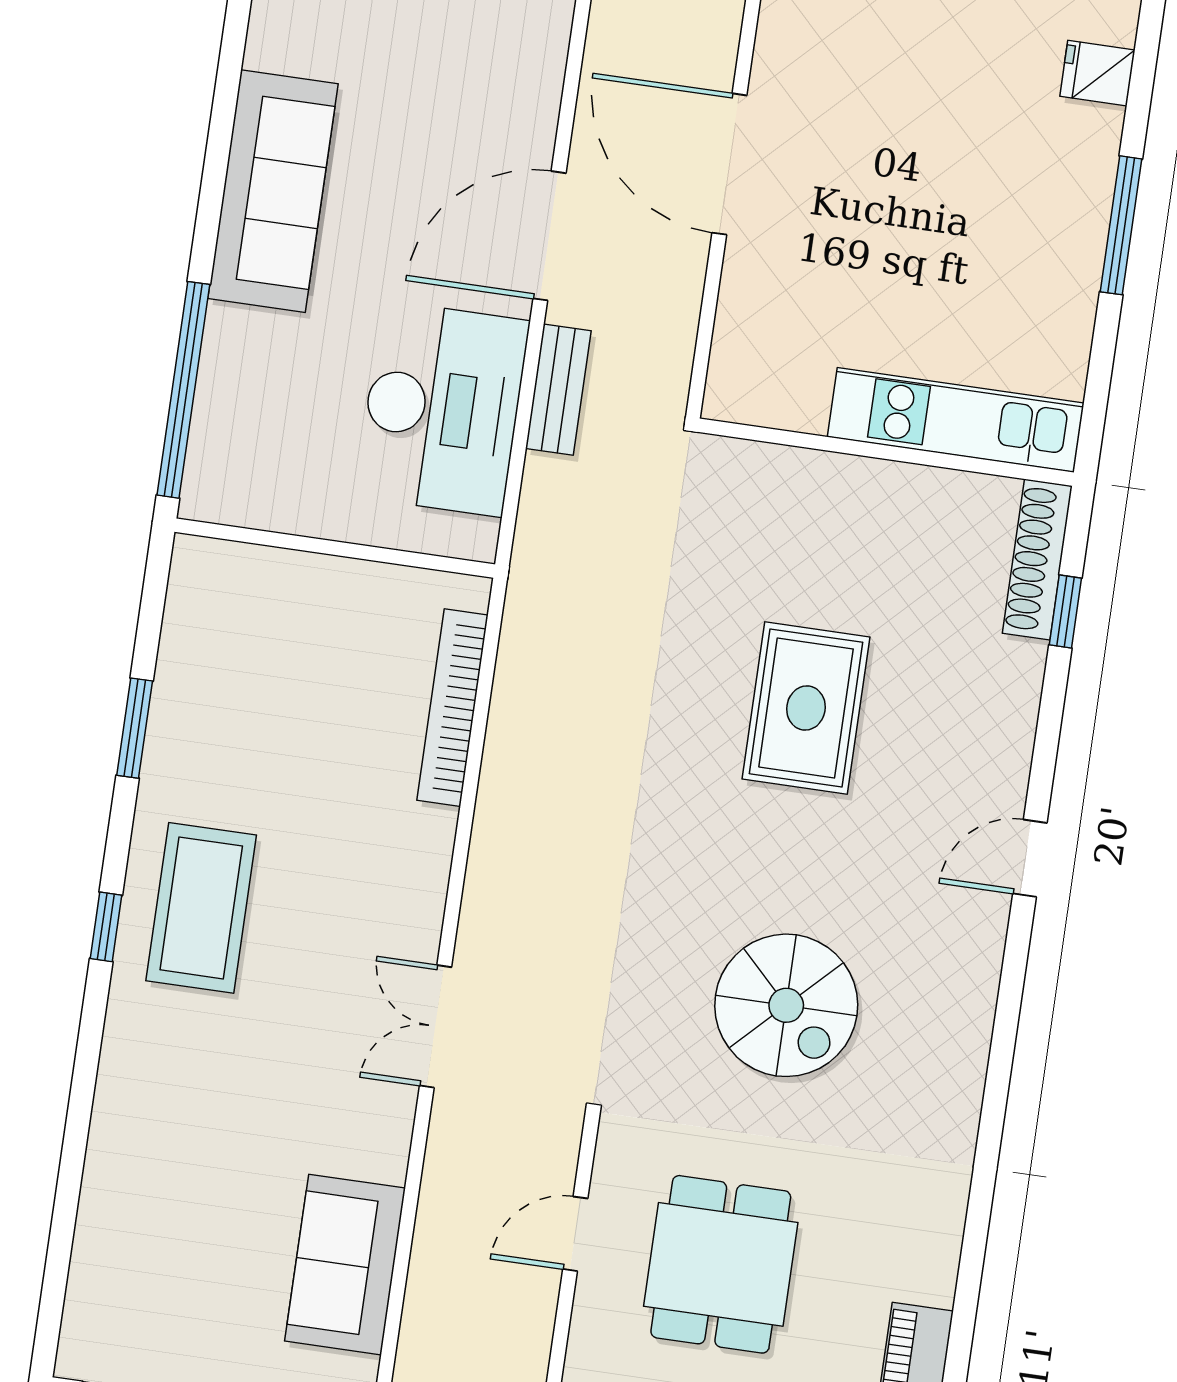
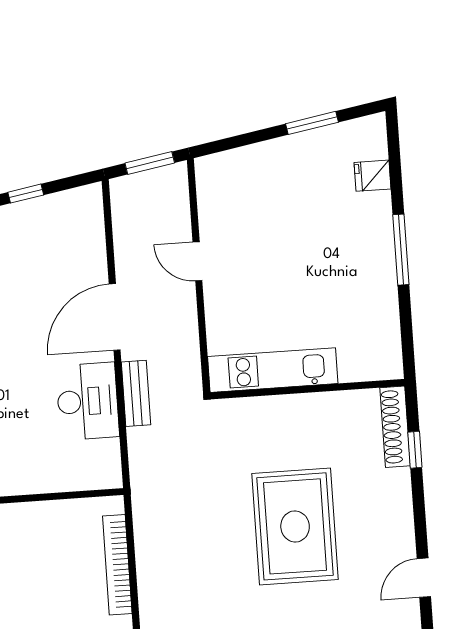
door: (729, 164) -> (197, 261), width x0.53
desk: (442, 409) -> (88, 401), width x0.73, depth x0.77
kitchen unit: (956, 420) -> (273, 370), moved
rug: (806, 708) -> (295, 526), width x1.37, depth x1.44

